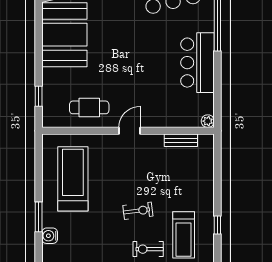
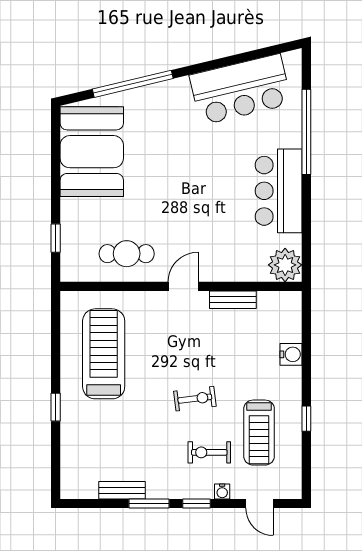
plant: (208, 121) -> (285, 265), width x1.87, depth x1.87
bench: (181, 140) -> (233, 300), moved
window: (39, 217) -> (56, 407), width x0.67
water cooler: (50, 236) -> (291, 354), moved, turned 180

